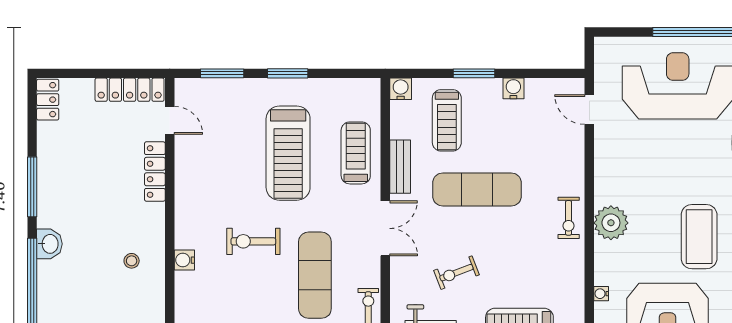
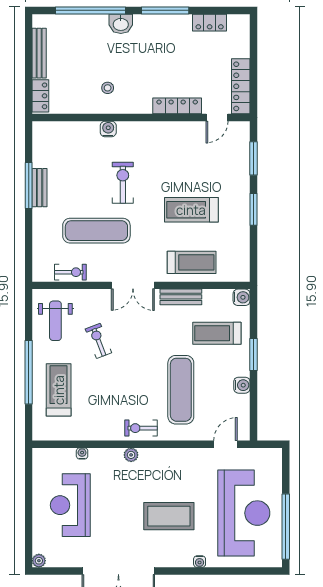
locker: (48, 100) -> (210, 23), moved
treadmill: (288, 153) -> (191, 210), width x0.73, depth x0.73
exercise mat: (477, 189) -> (181, 390), moved
plant: (611, 223) -> (131, 455), width x0.53, depth x0.53
coffee table: (699, 237) -> (169, 516), moved

